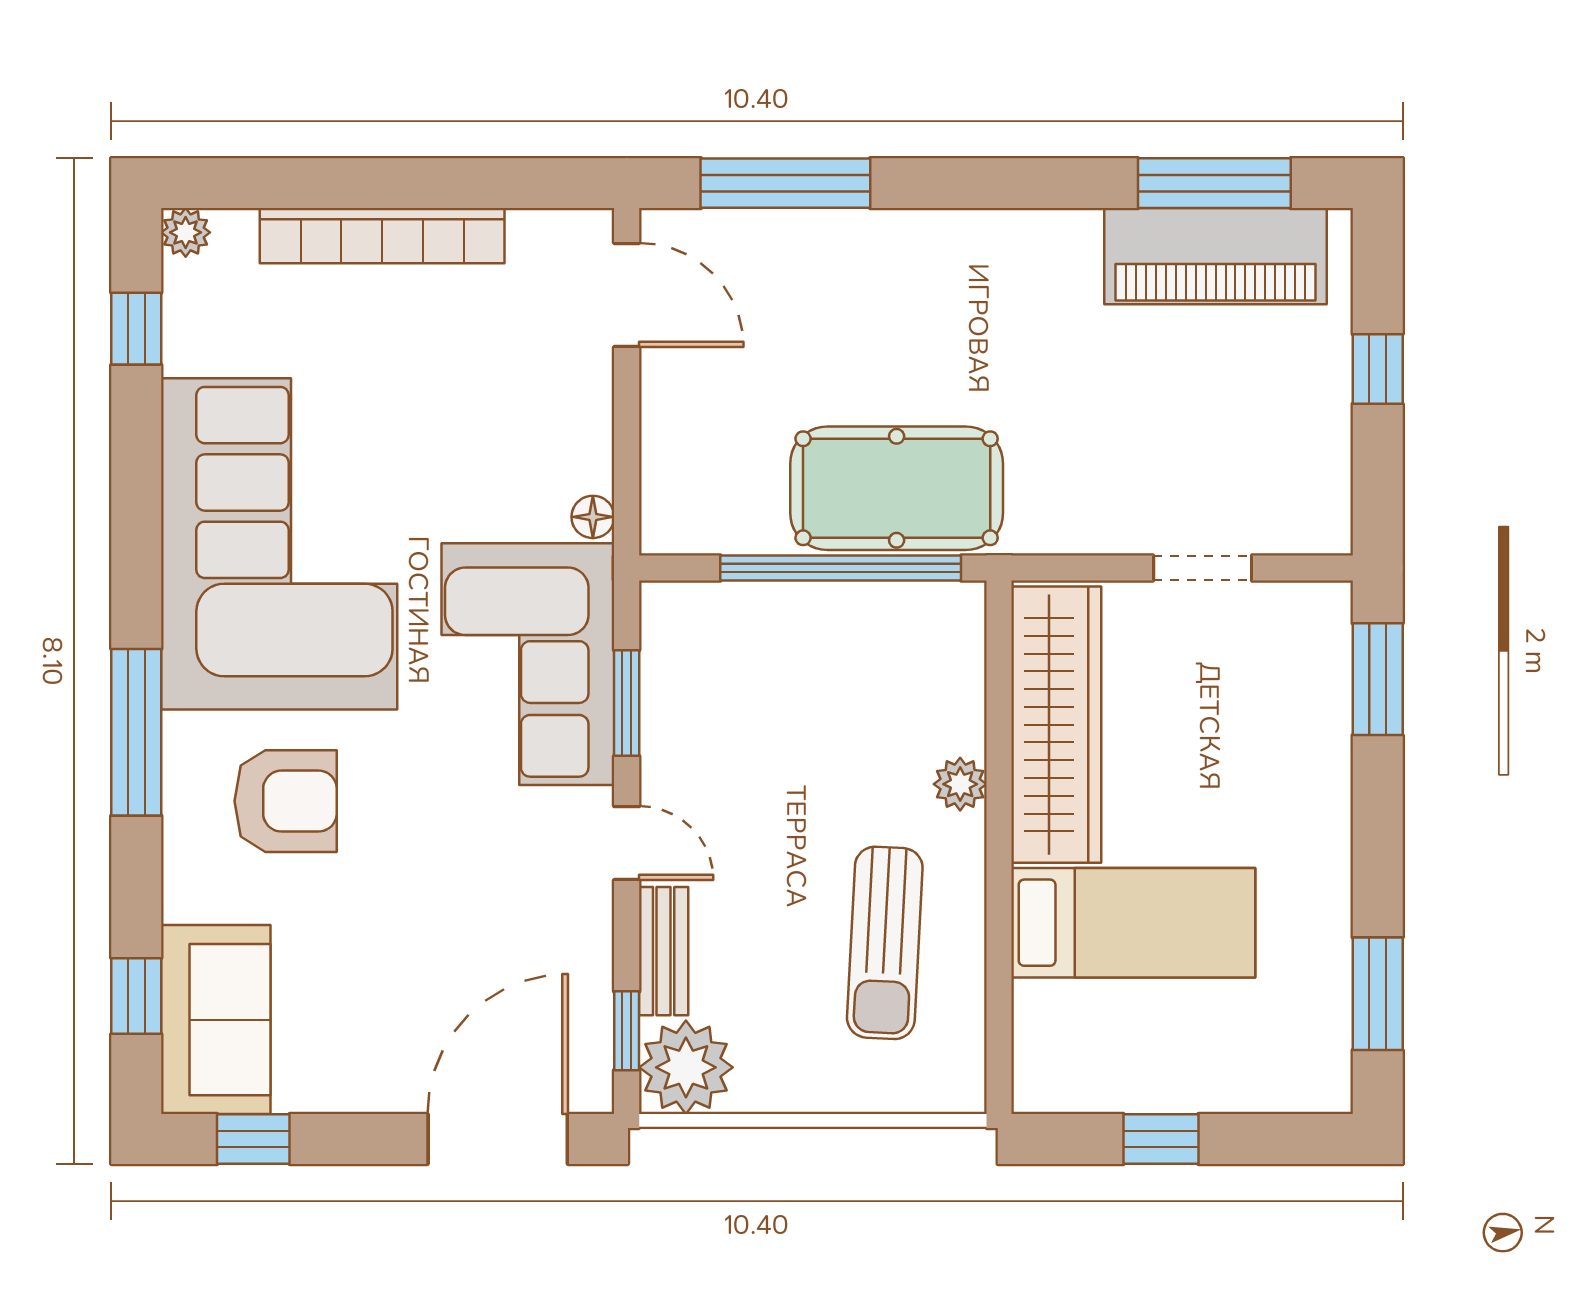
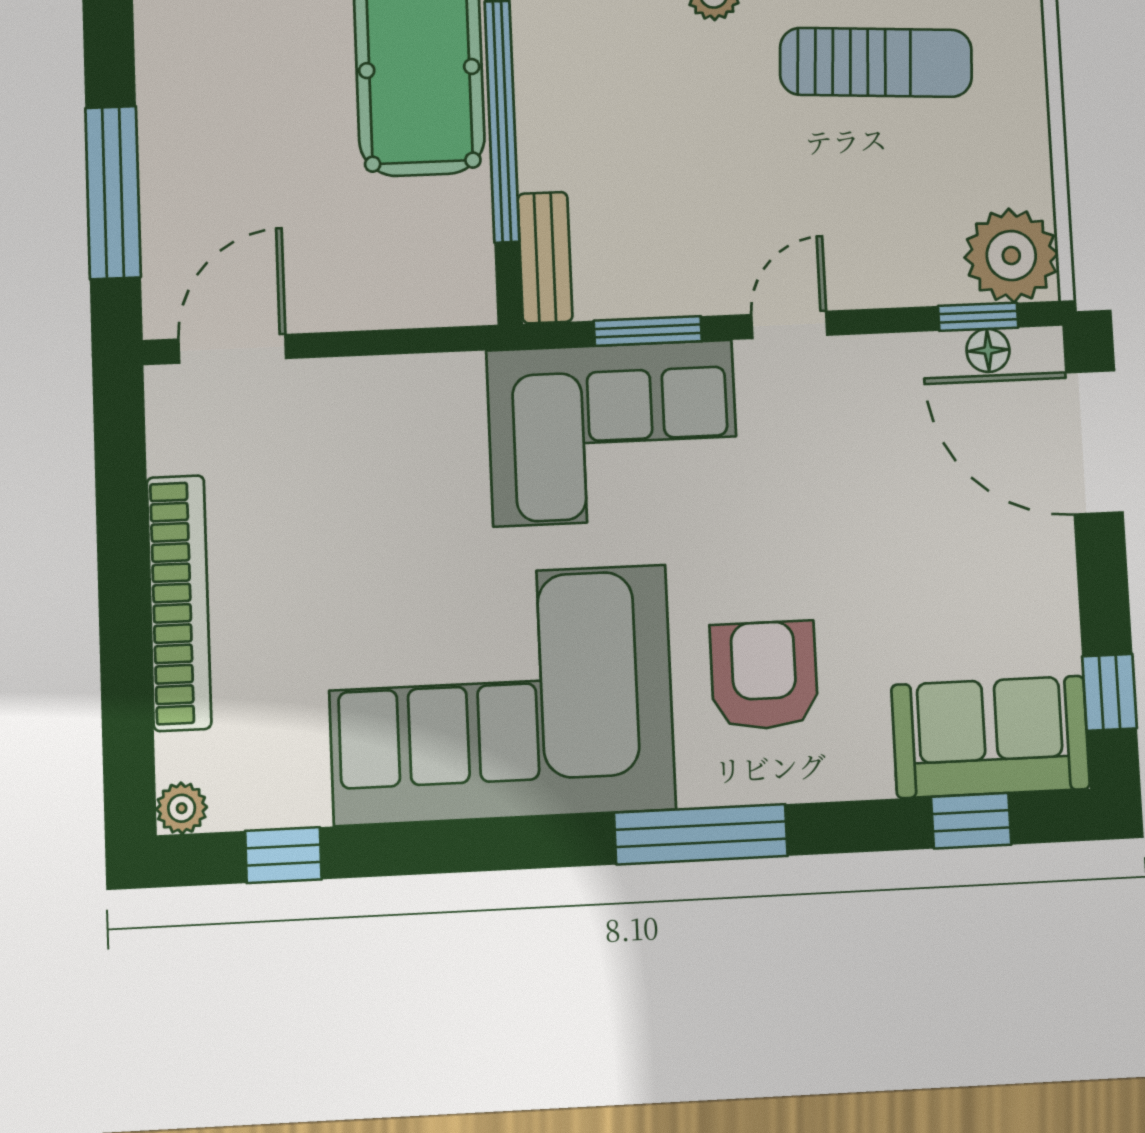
floor lamp: (593, 517) -> (988, 350), moved
bench: (664, 951) -> (545, 258), moved, turned 90

